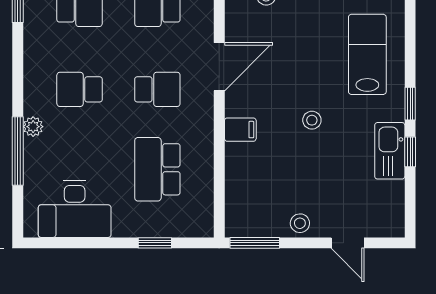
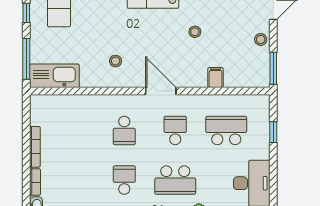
school desk: (80, 89) -> (175, 180), width x1.85
filing cabinet: (240, 130) -> (216, 78), moved
school desk: (157, 169) -> (226, 130), turned 180

